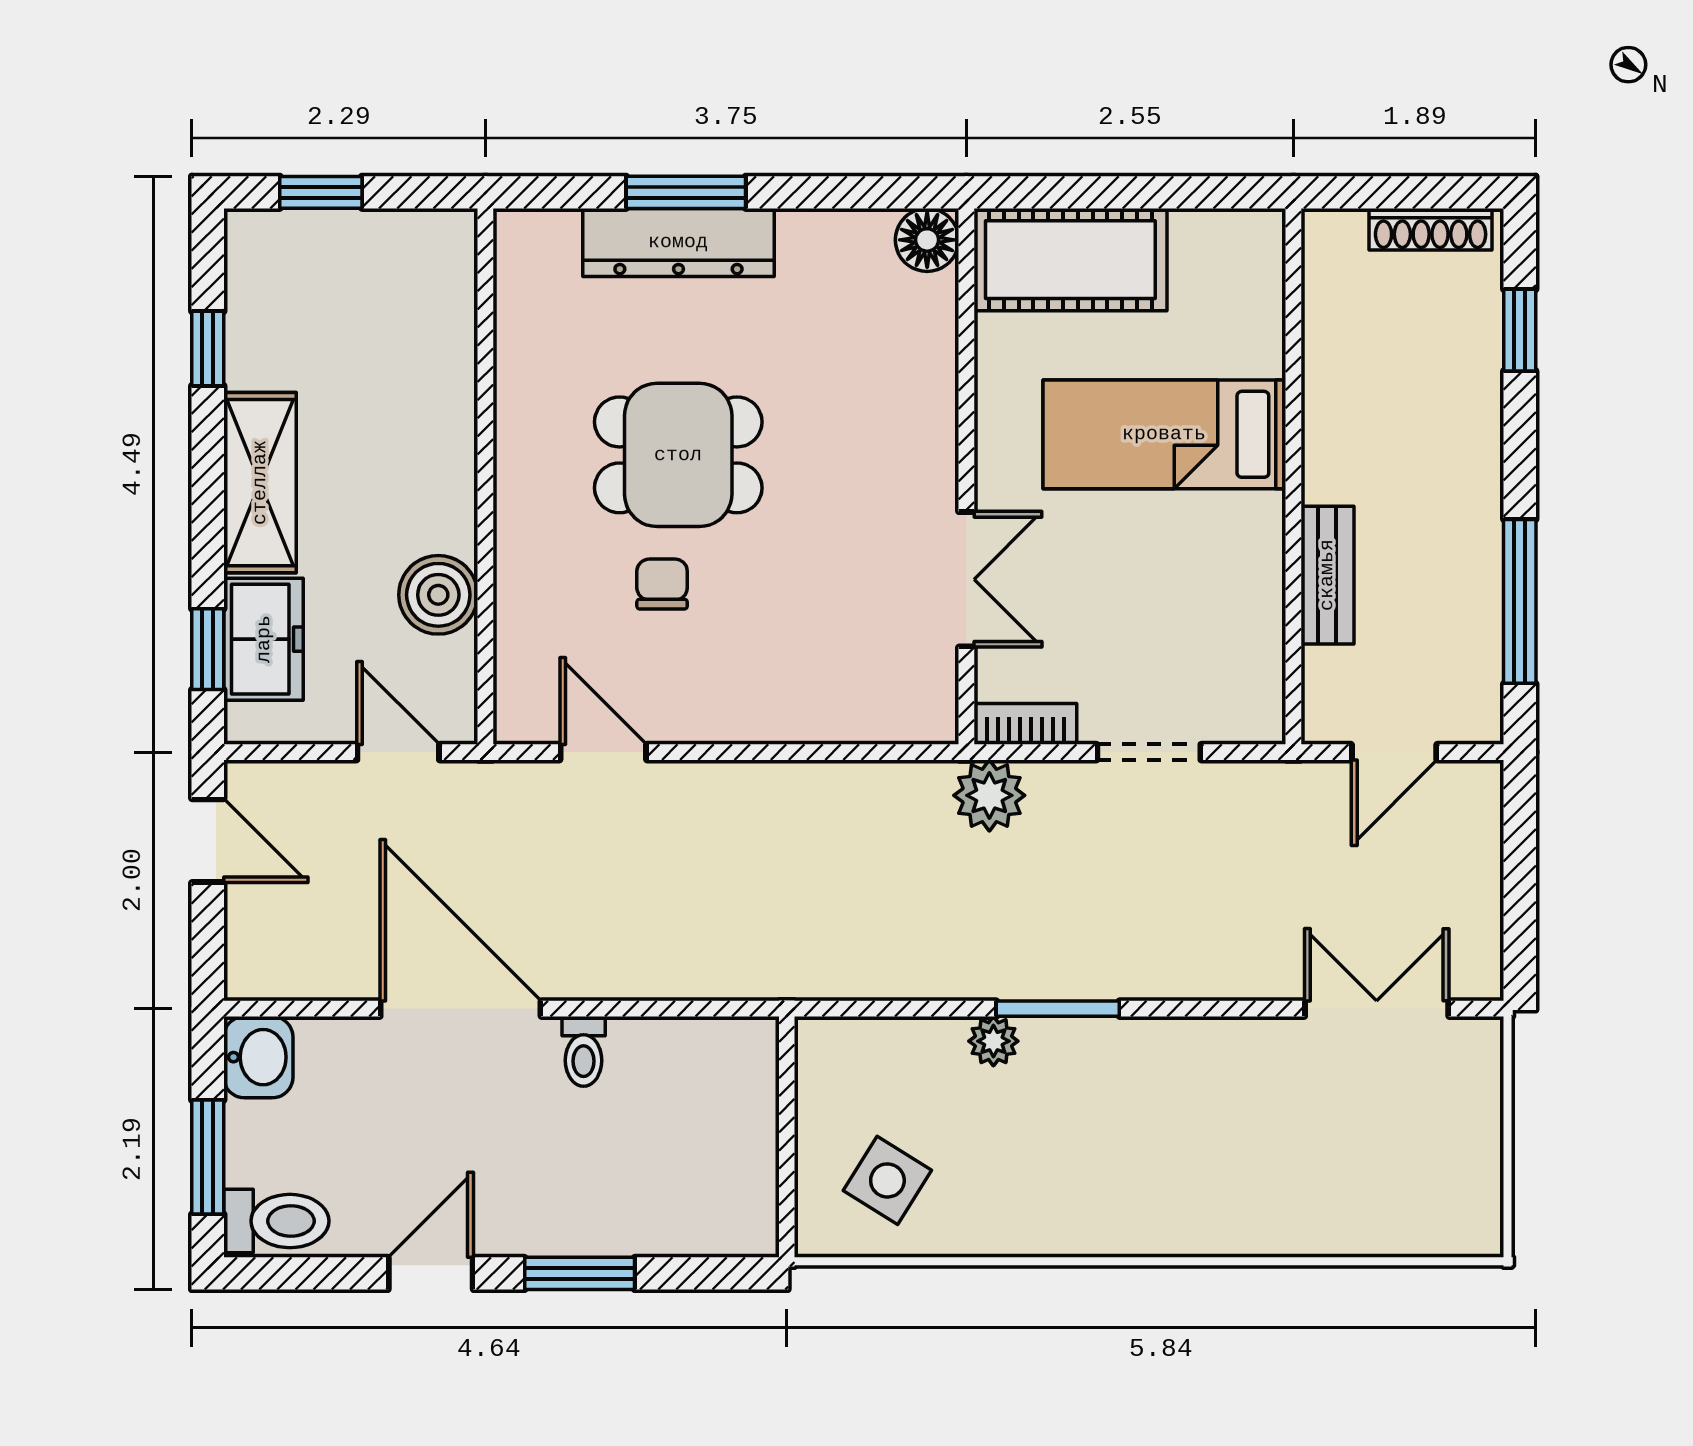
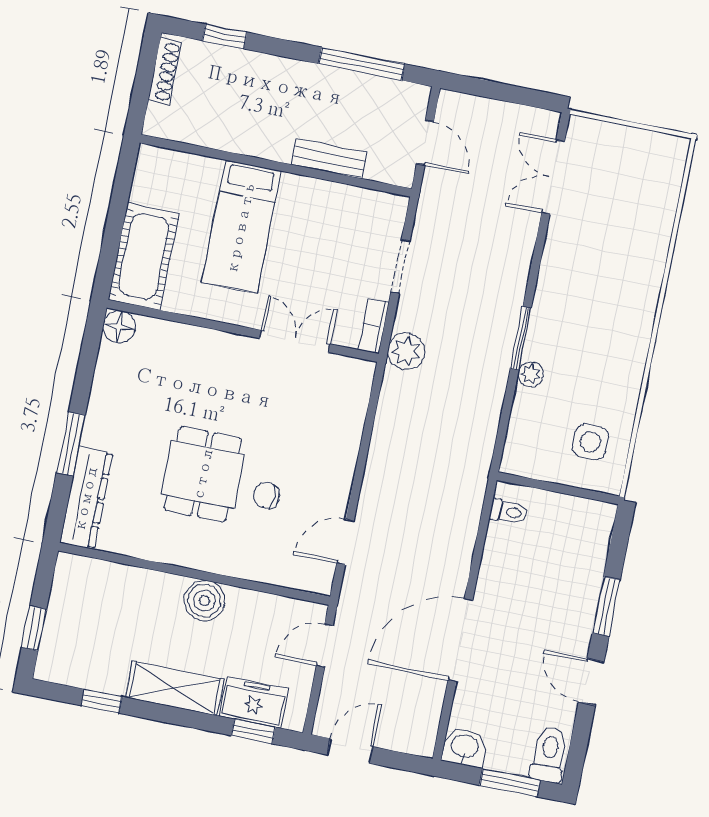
dresser: (678, 242) -> (86, 498), moved
boiler: (438, 595) -> (204, 601), moved
toilet: (584, 1051) -> (509, 512), moved
side table: (887, 1180) -> (590, 442), turned -32

